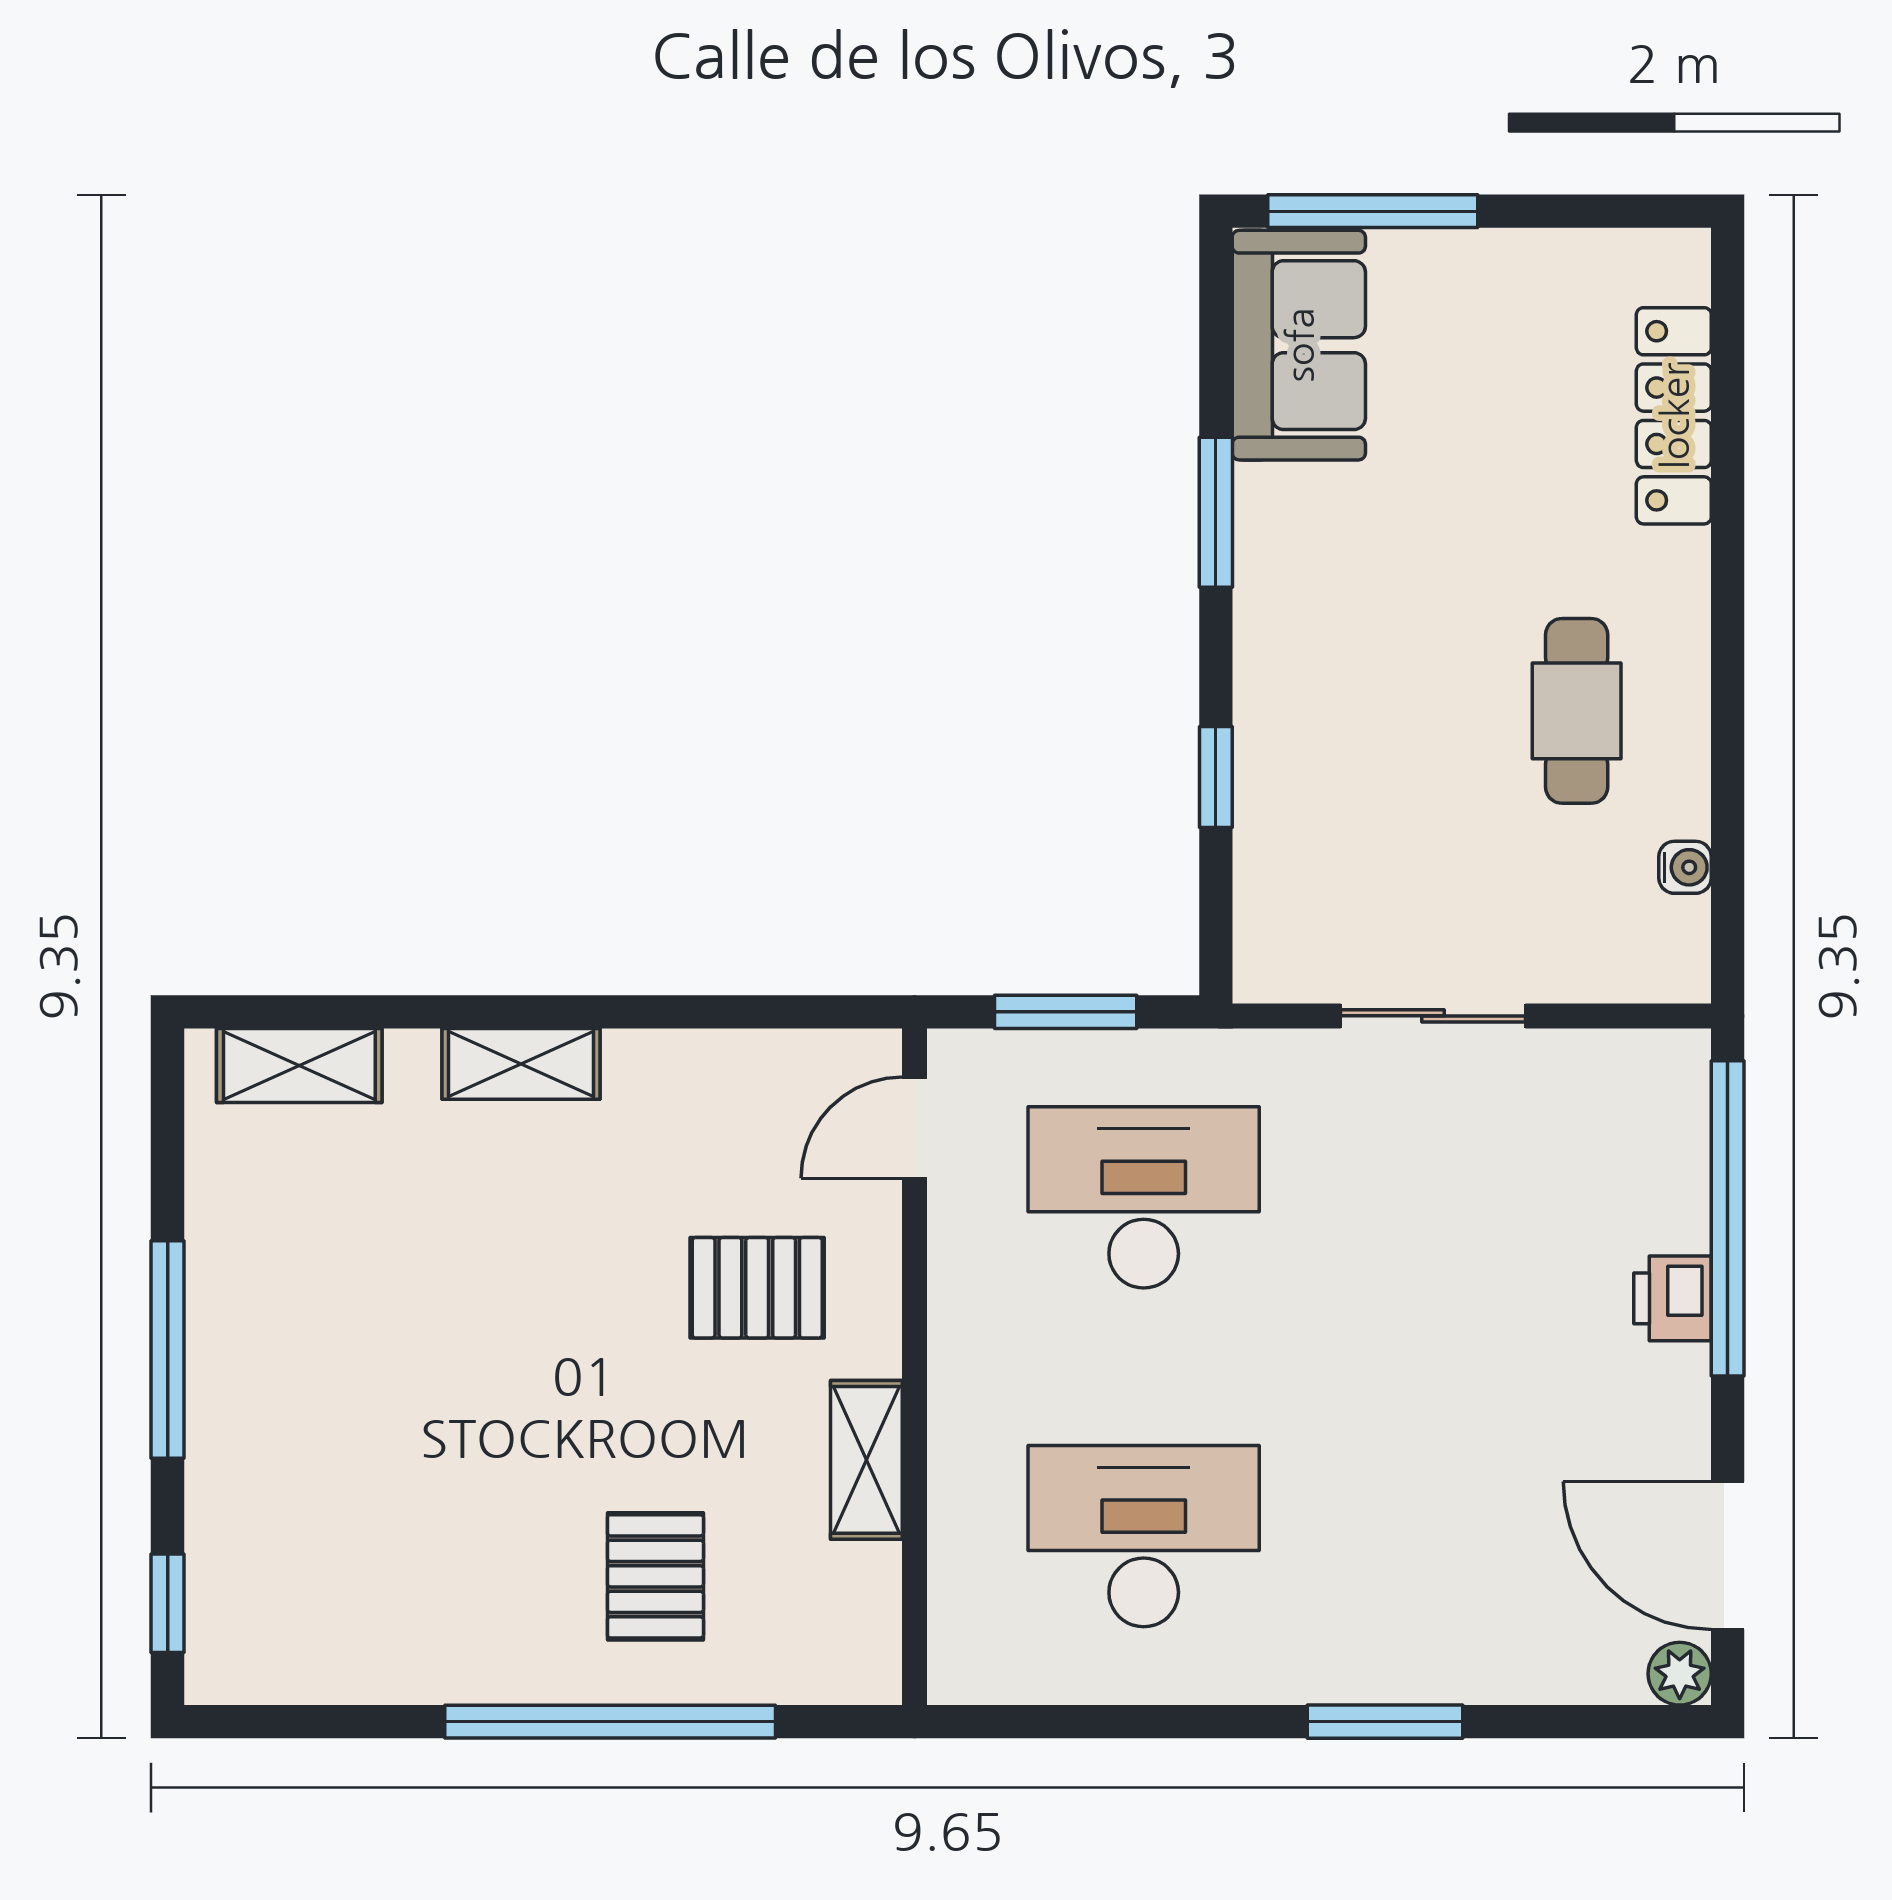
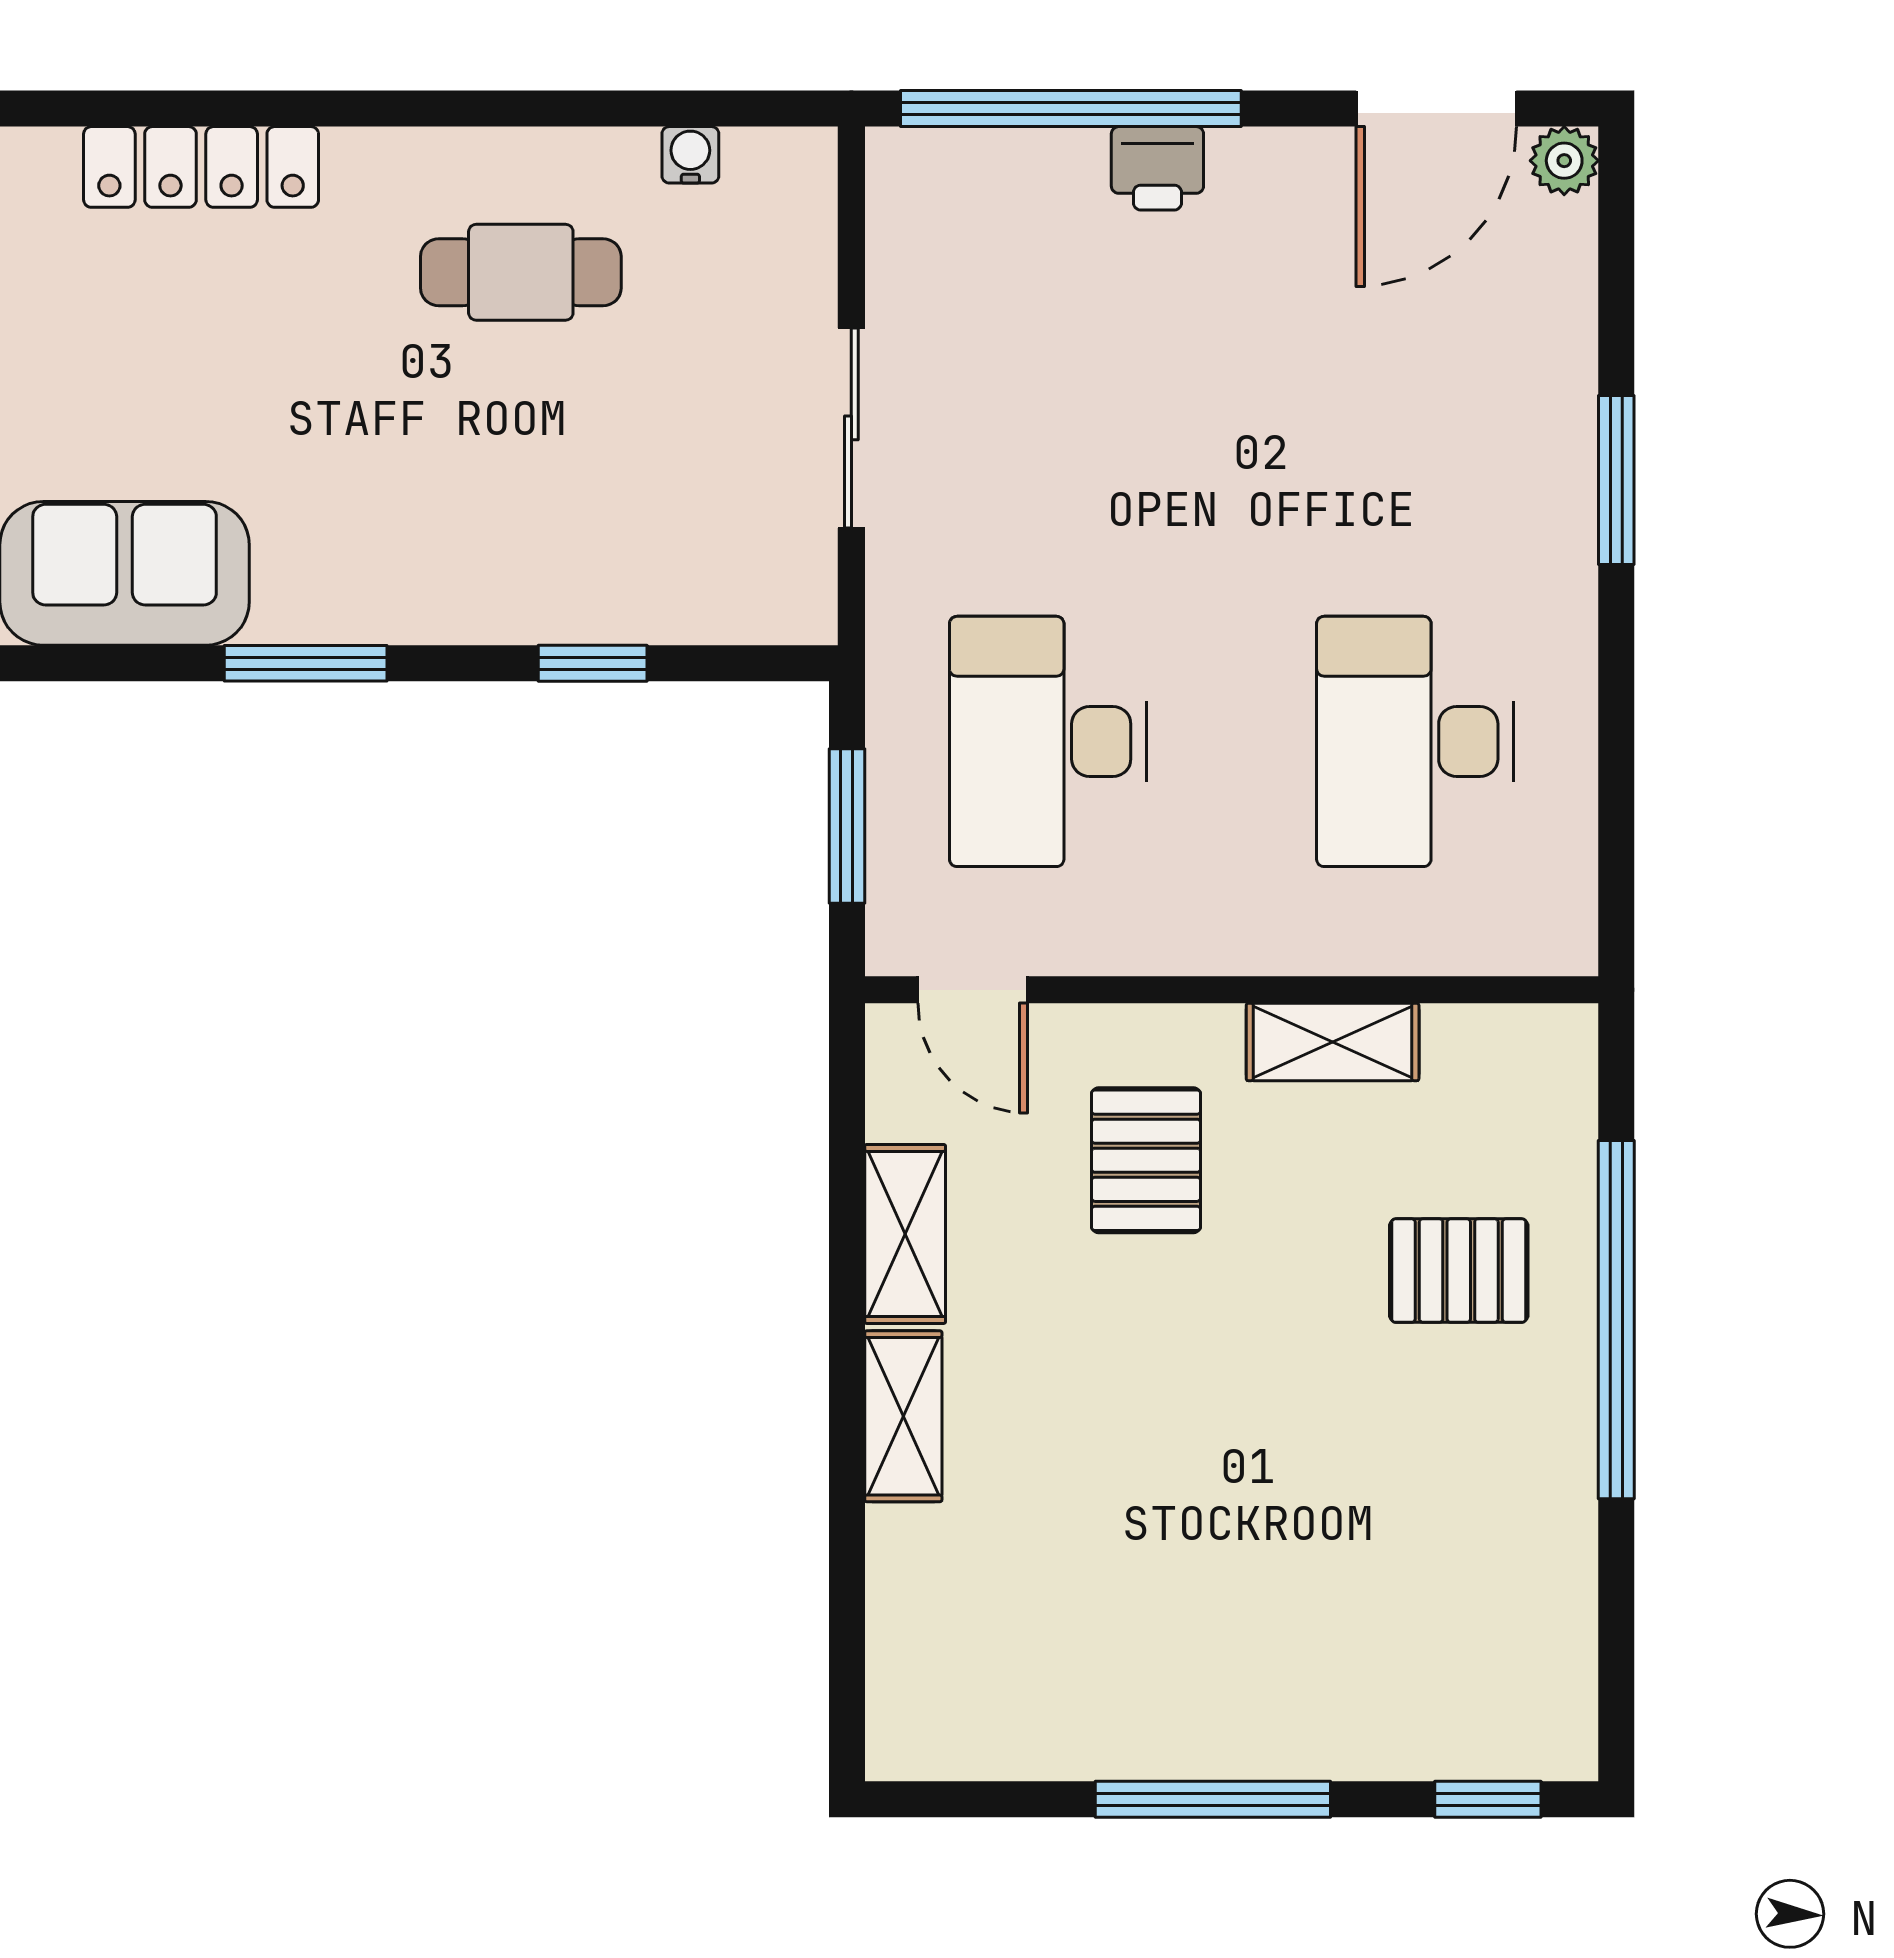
shelving: (299, 1065) -> (905, 1234), moved

